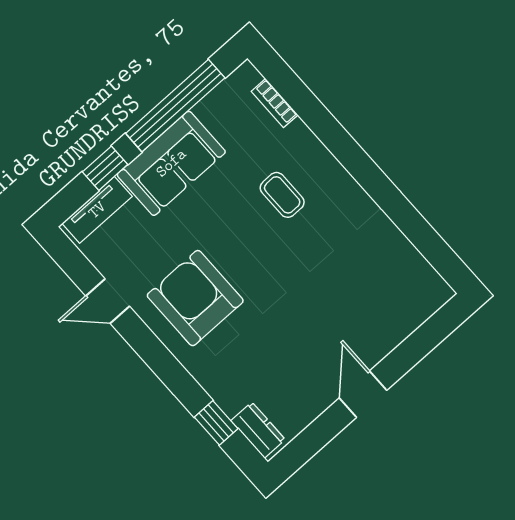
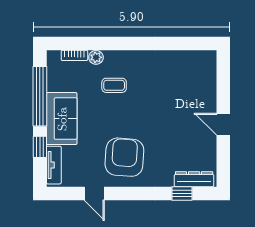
plant: (299, 135) -> (96, 57), added
armchair: (195, 298) -> (124, 157), turned 94
door: (108, 301) -> (94, 193), hinge flipped
dresser: (258, 430) -> (194, 179), width x1.44

